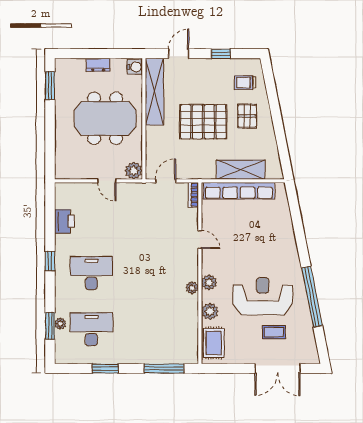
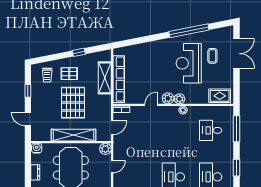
shelving: (154, 92) -> (74, 135), moved
window: (279, 130) -> (79, 52), added
door: (166, 181) -> (112, 128), swing flipped
plant: (210, 311) -> (168, 98), moved
desk: (161, 329) -> (211, 130), added

